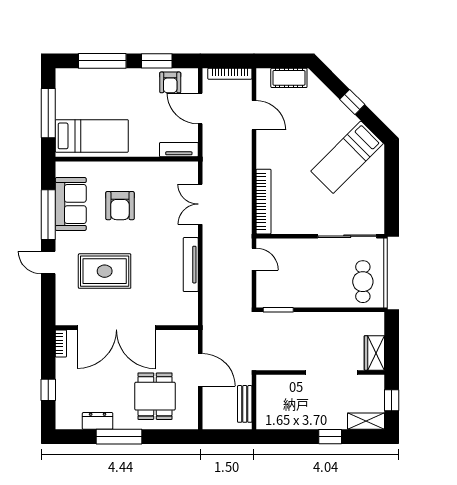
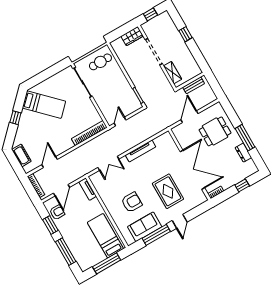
shelving: (366, 421) -> (173, 73), moved

